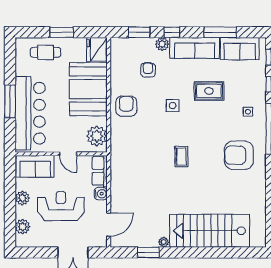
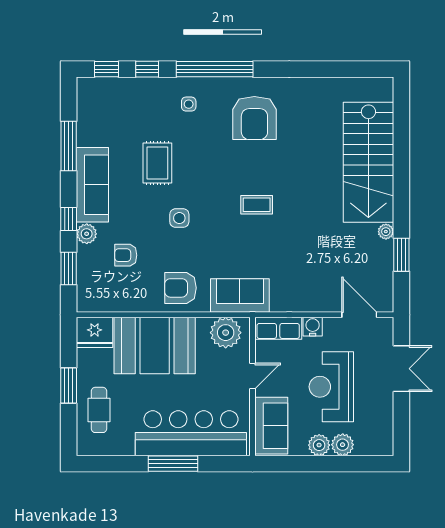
sofa: (240, 49) -> (240, 296), moved, turned -90
plant: (23, 227) -> (343, 445), moved

